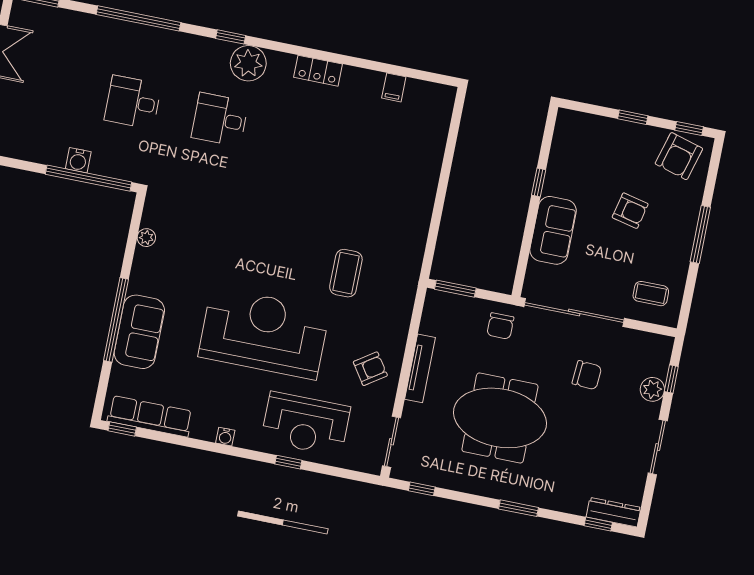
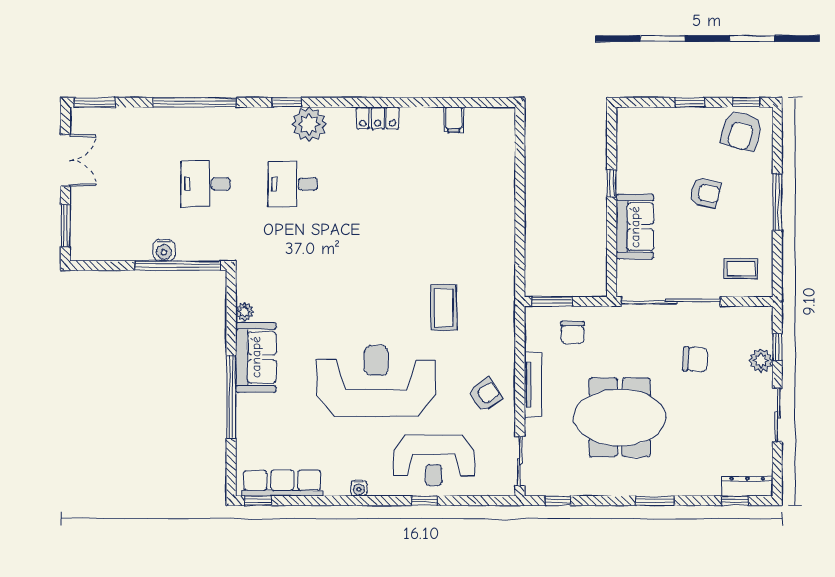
chair: (500, 326) -> (573, 333), moved
sofa: (139, 332) -> (256, 357), moved

